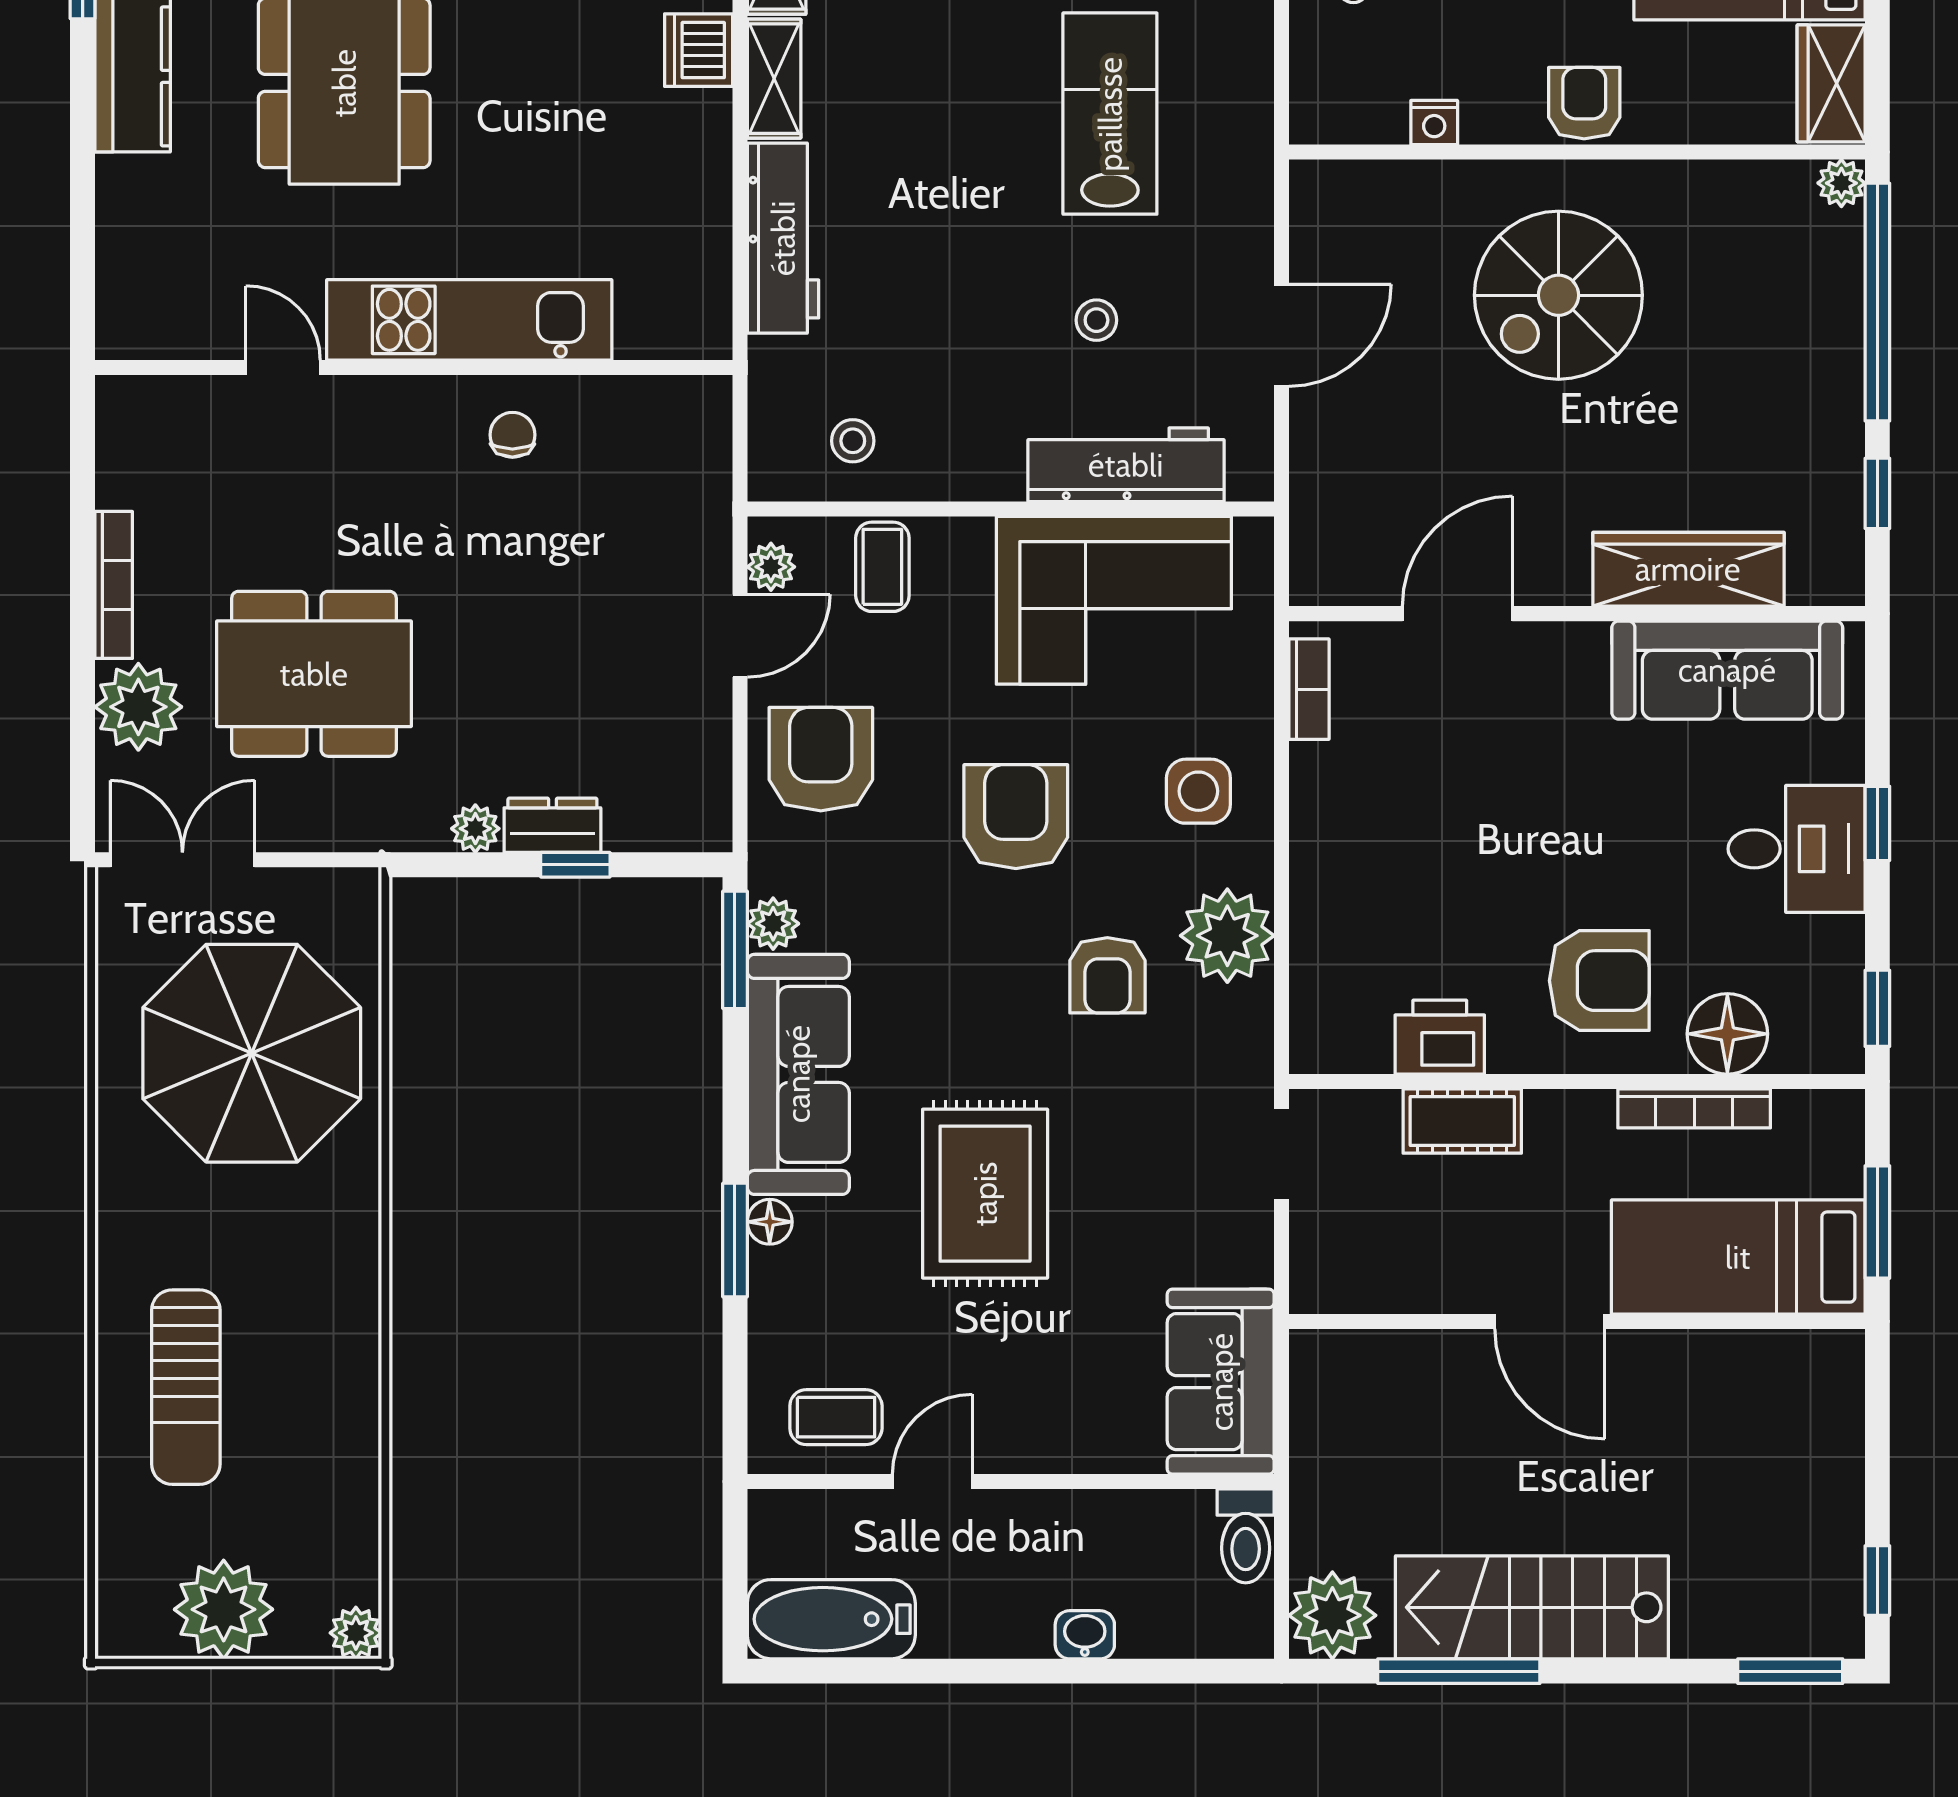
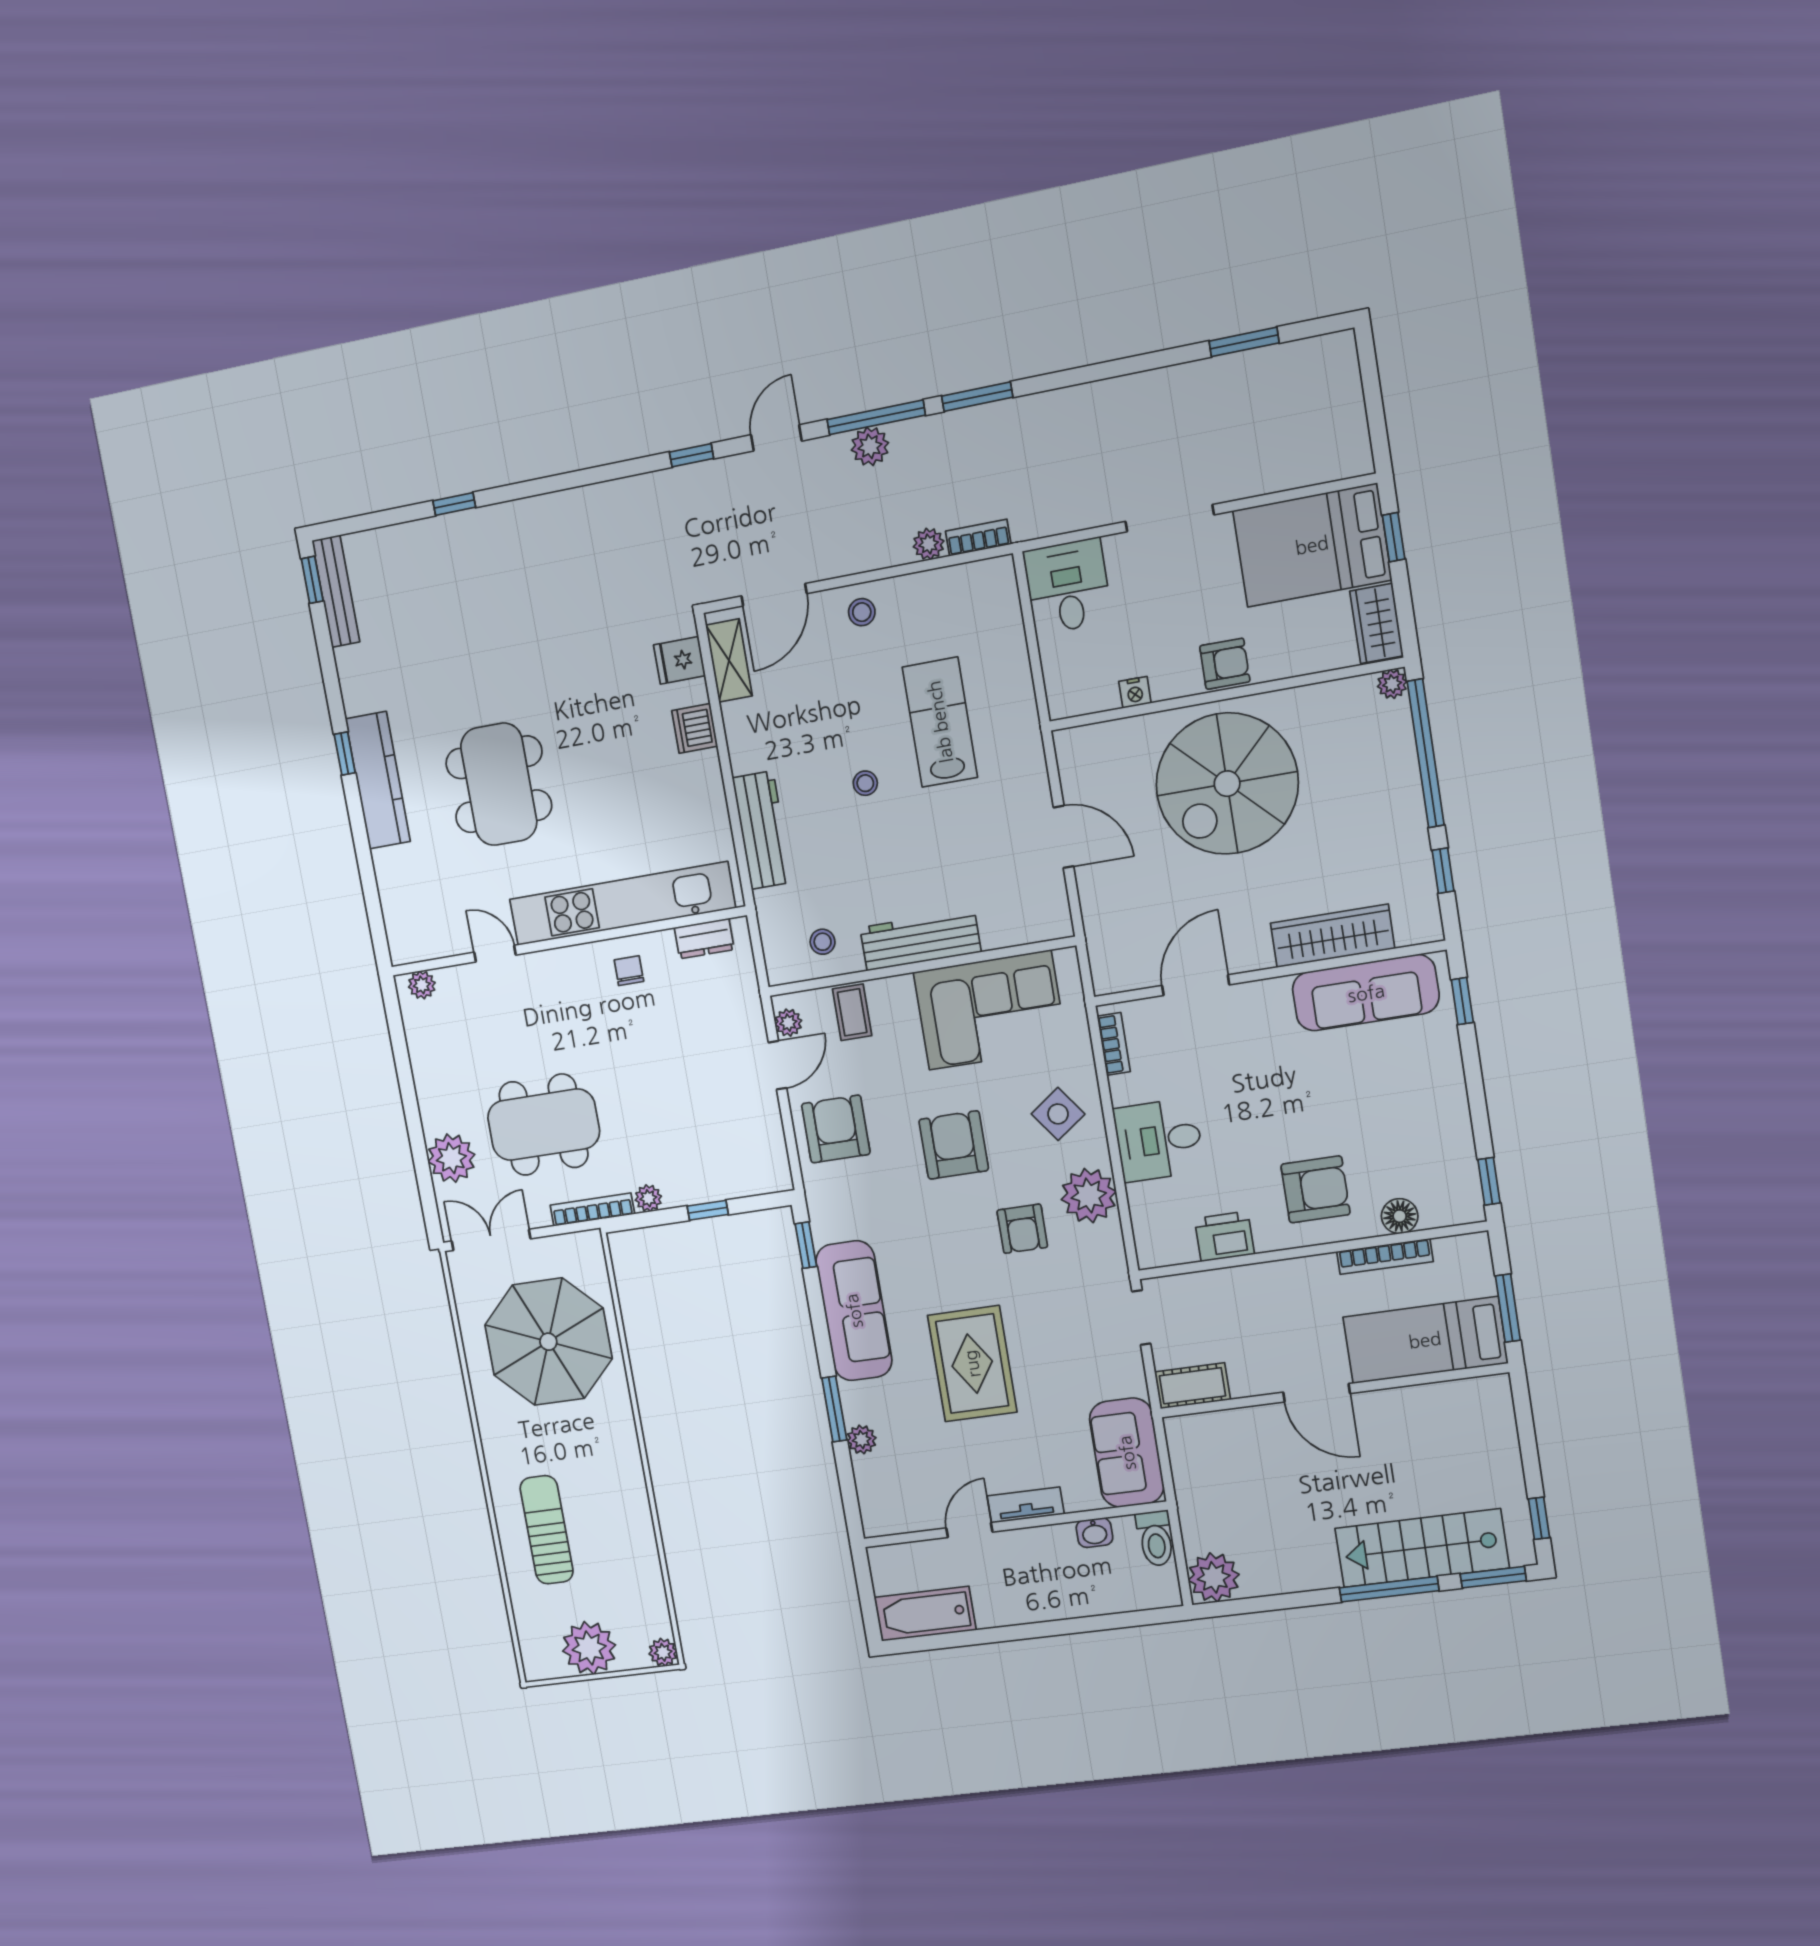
shelving: (774, 79) -> (741, 737), removed
armchair: (1584, 103) -> (1225, 664), turned 90
spiral stairs: (1558, 295) -> (1227, 784), width x1.37, depth x1.37
kitchen unit: (469, 320) -> (622, 904), width x1.36
stool: (1096, 320) -> (865, 783), moved
door: (1282, 335) -> (1064, 837), hinge flipped
plant: (143, 400) -> (422, 985), added
workbench: (1126, 465) -> (920, 940), moved
bookcase: (114, 585) -> (592, 1210), moved, turned -90
side table: (1198, 791) -> (1058, 1114), turned -36
window: (1877, 823) -> (1462, 1001), moved
dresser: (552, 825) -> (704, 939), moved, turned 180
desk: (1797, 849) -> (1159, 1140), moved, turned 180
plant: (773, 924) -> (862, 1440), moved
window: (735, 950) -> (806, 1245), width x0.67
floor lamp: (1727, 1034) -> (1400, 1216), width x0.73, depth x0.73
cot: (1462, 1121) -> (1192, 1386), moved
floor lamp: (770, 1222) -> (852, 1396), removed
sun lounger: (186, 1387) -> (547, 1530), turned 180
coffee table: (836, 1417) -> (908, 1501), removed
tv unit: (1036, 1450) -> (1026, 1505), added
stairs: (1532, 1607) -> (1422, 1548), moved
washbasin: (1085, 1635) -> (1094, 1533), moved, turned 180
window: (1459, 1671) -> (1389, 1589), moved

